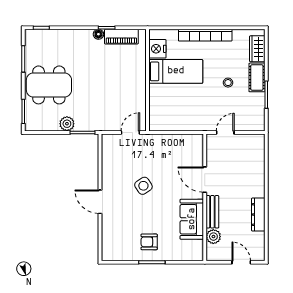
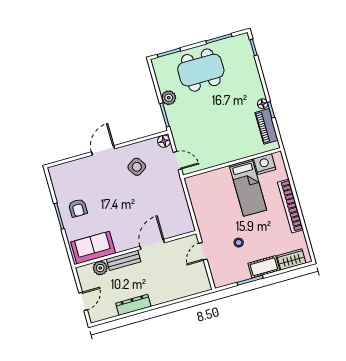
stool: (228, 83) -> (239, 243), moved
dining table: (49, 85) -> (201, 70), turned 90
door: (225, 132) -> (203, 251), swing flipped
floor lamp: (108, 140) -> (164, 141), added
side table: (143, 186) -> (137, 167), moved
sofa: (192, 219) -> (93, 248), moved
armchair: (149, 242) -> (78, 208), turned 180

